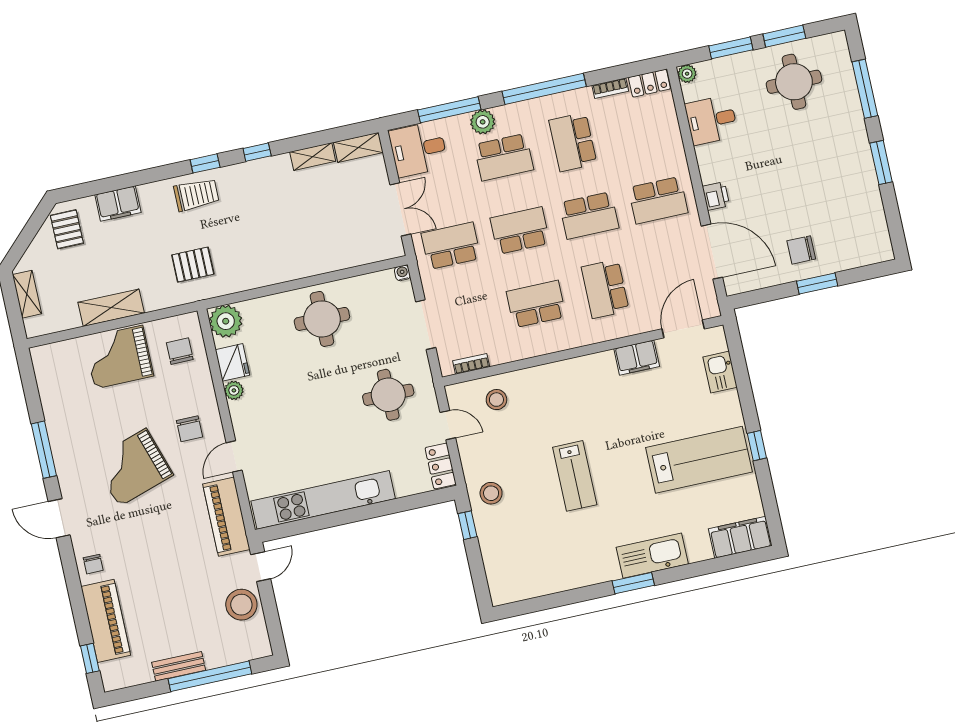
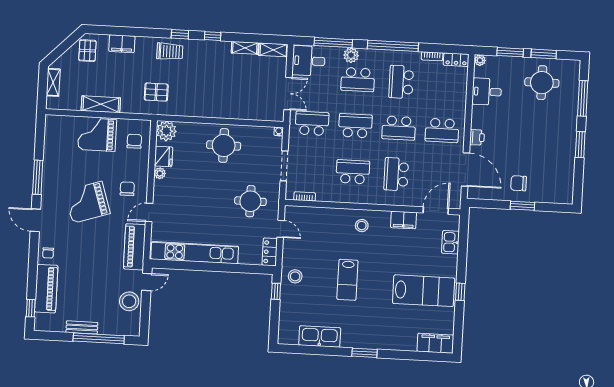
stool: (496, 400) -> (362, 226), moved
chair: (190, 429) -> (127, 189), turned 180
kitchen sink: (652, 556) -> (320, 336), moved

